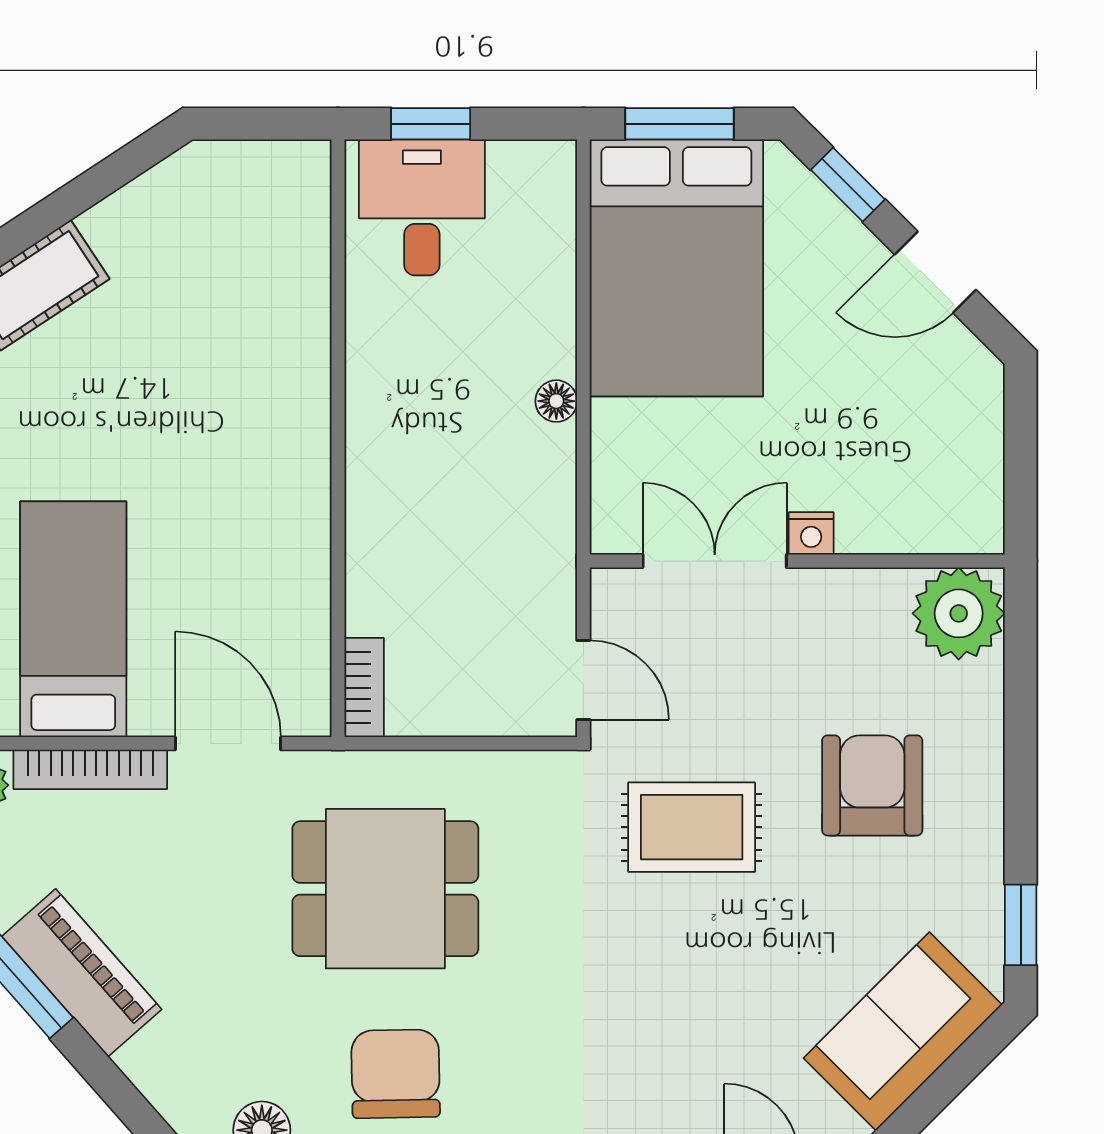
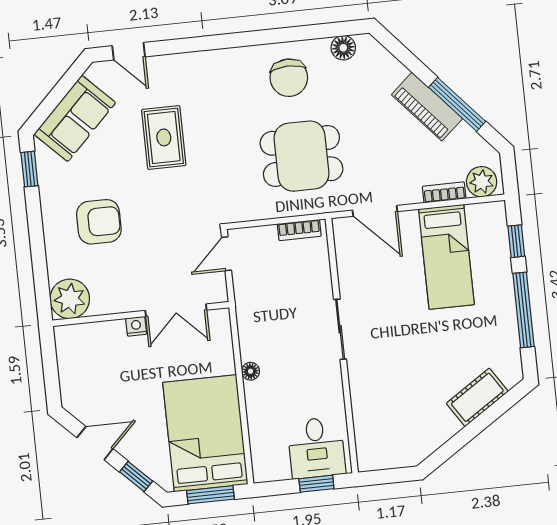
sliding door: (338, 477) -> (340, 329), added
door: (583, 680) -> (227, 254), hinge flipped
bookcase: (364, 688) -> (299, 230), moved, turned -90
bookcase: (90, 769) -> (444, 192), width x0.64
armchair: (872, 785) -> (99, 222), turned -90
rug: (692, 827) -> (164, 137), moved, turned 90

